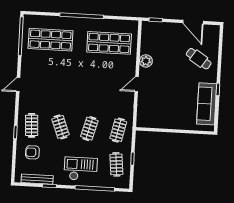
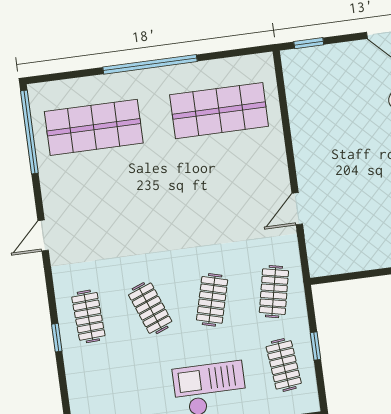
plant: (146, 61) -> (304, 134), removed
door: (137, 84) -> (297, 209), moved
armchair: (32, 152) -> (101, 373), removed

